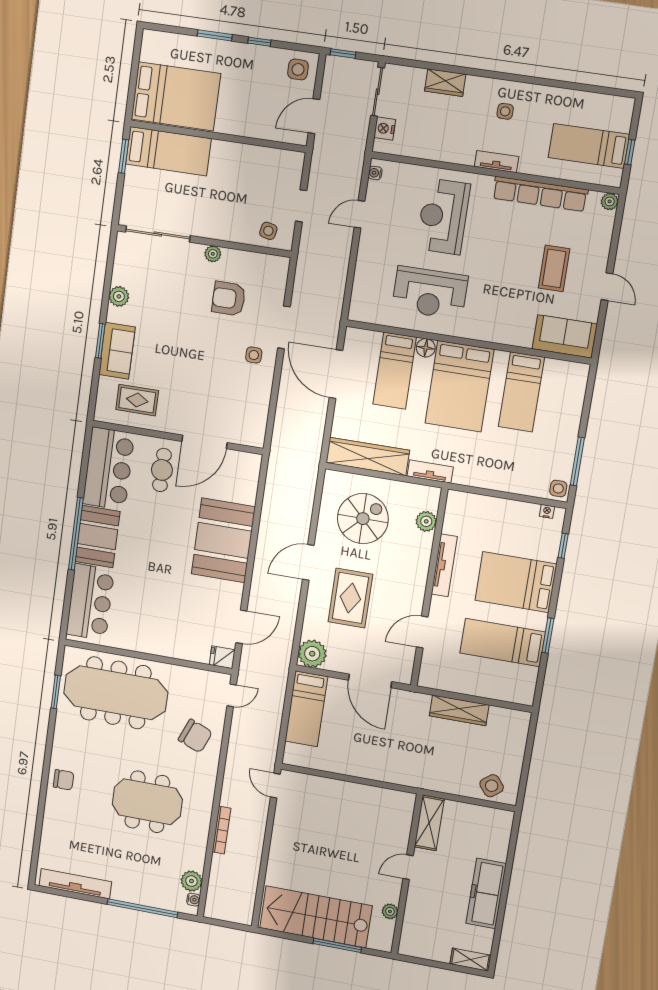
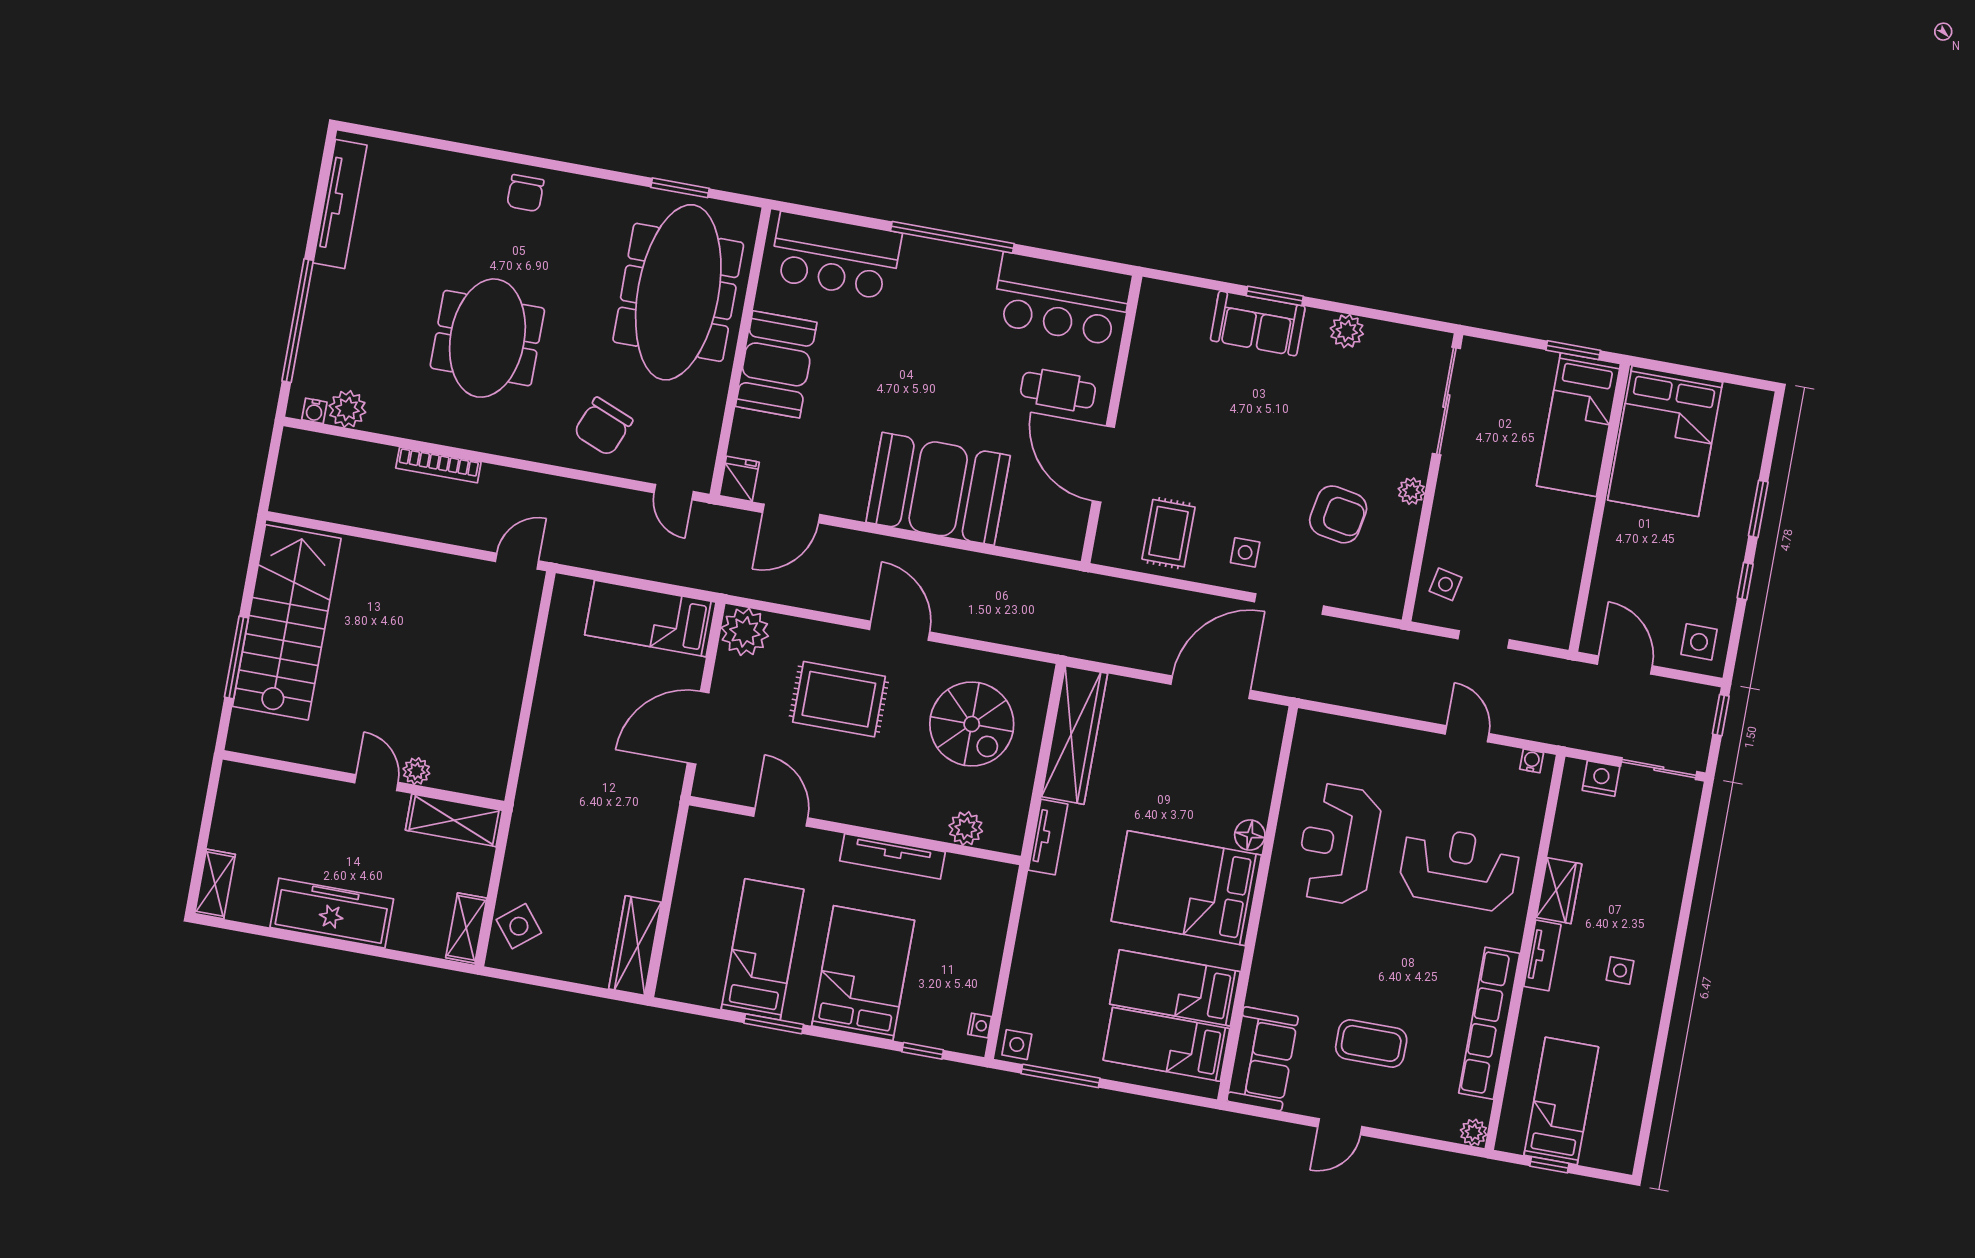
wardrobe: (445, 83) -> (1559, 891), moved, turned 180
armchair: (229, 299) -> (1338, 514), turned 100
bed: (395, 371) -> (1167, 1044), moved
rug: (137, 400) -> (1168, 533), moved
booth: (98, 537) -> (776, 364), moved, turned 90
door: (241, 627) -> (791, 513), hinge flipped
wardrobe: (459, 710) -> (635, 946), moved
shelving: (493, 816) -> (466, 928), added
plant: (390, 911) -> (416, 771), moved

